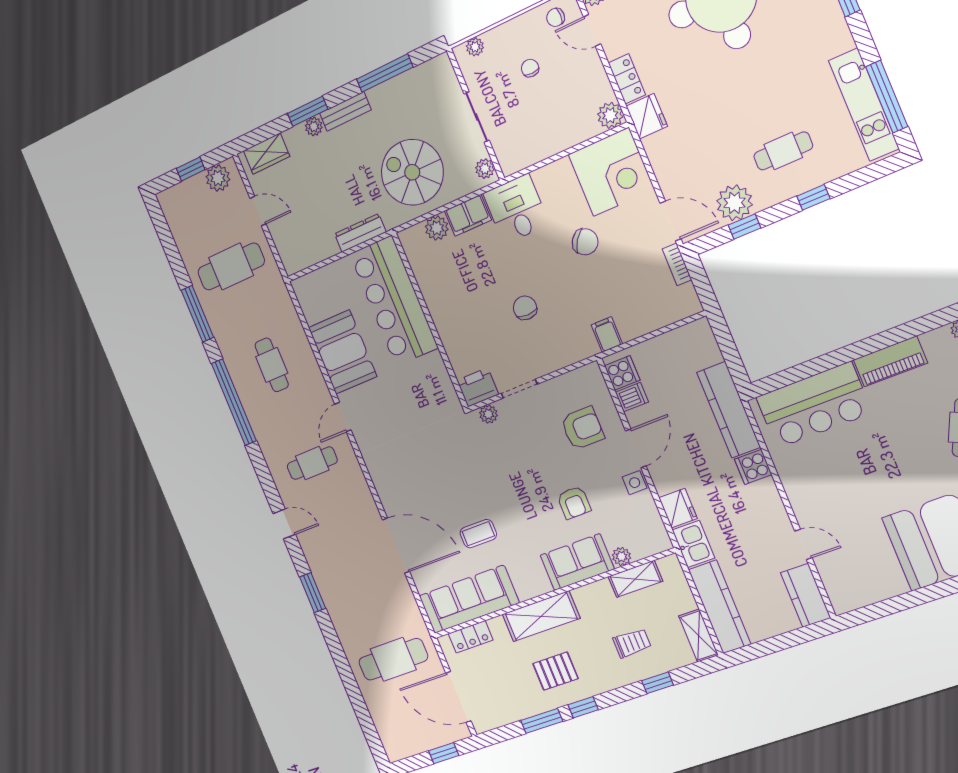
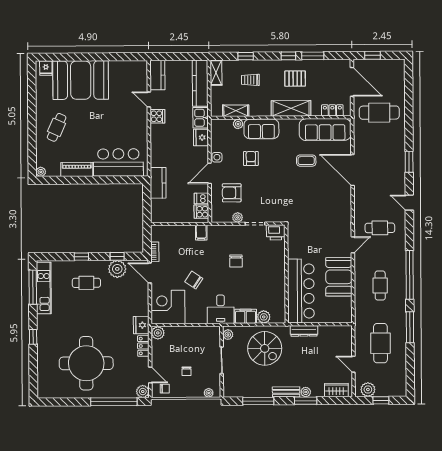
cafe table: (231, 267) -> (380, 343), turned 90
kitchen counter: (729, 410) -> (158, 183), width x0.67
plant: (488, 414) -> (238, 217), moved
cooker: (753, 467) -> (157, 116), moved

